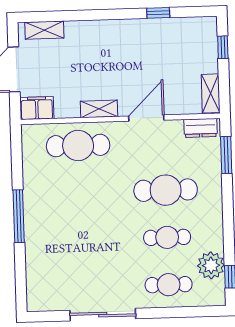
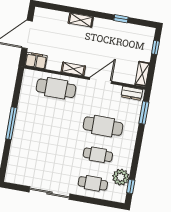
shelving: (44, 30) -> (81, 20), moved

